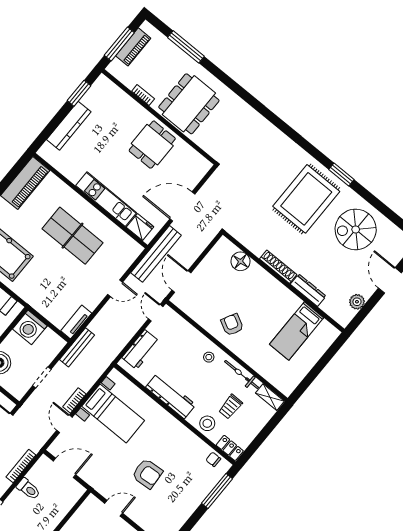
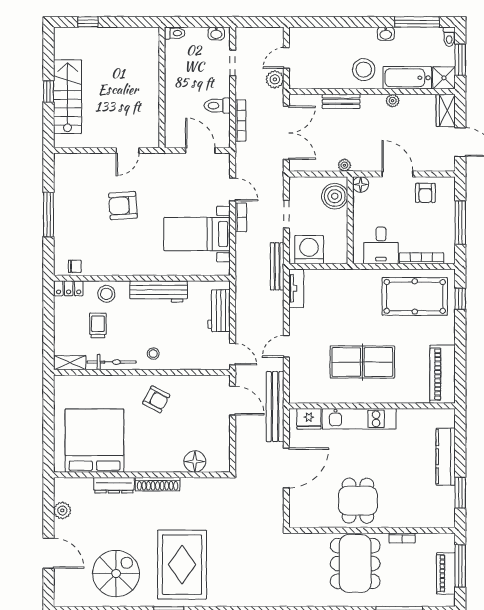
washing machine: (30, 327) -> (309, 250), moved
bed: (297, 331) -> (94, 441), width x2.04
door: (65, 468) -> (200, 150), swing flipped
window: (217, 491) -> (49, 215), moved

